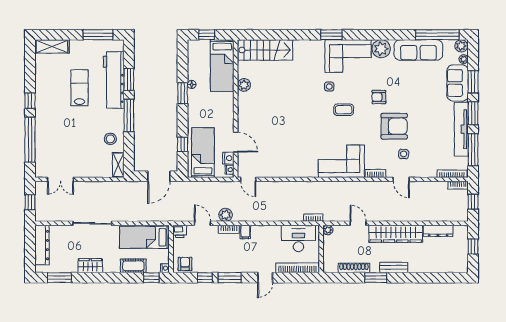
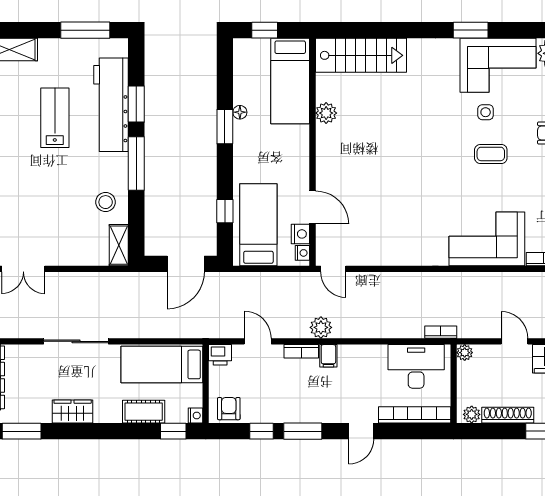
side table: (329, 87) -> (486, 112), moved
plant: (226, 215) -> (321, 327), moved
plant: (332, 268) -> (472, 414), added

